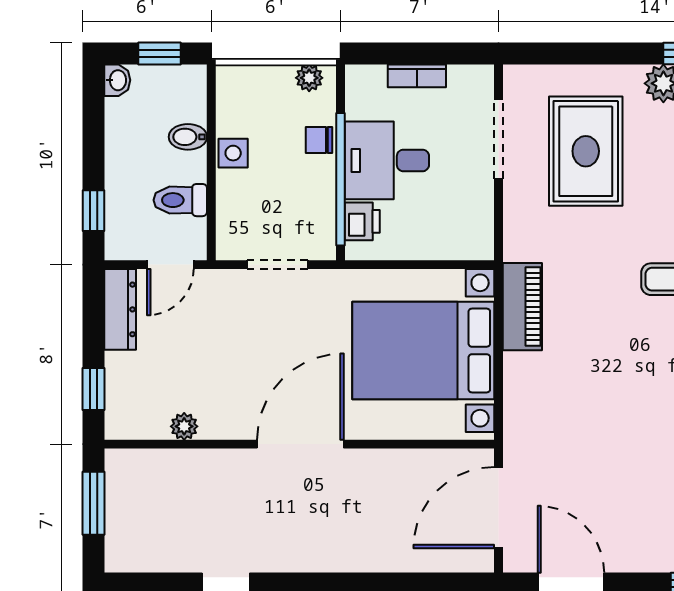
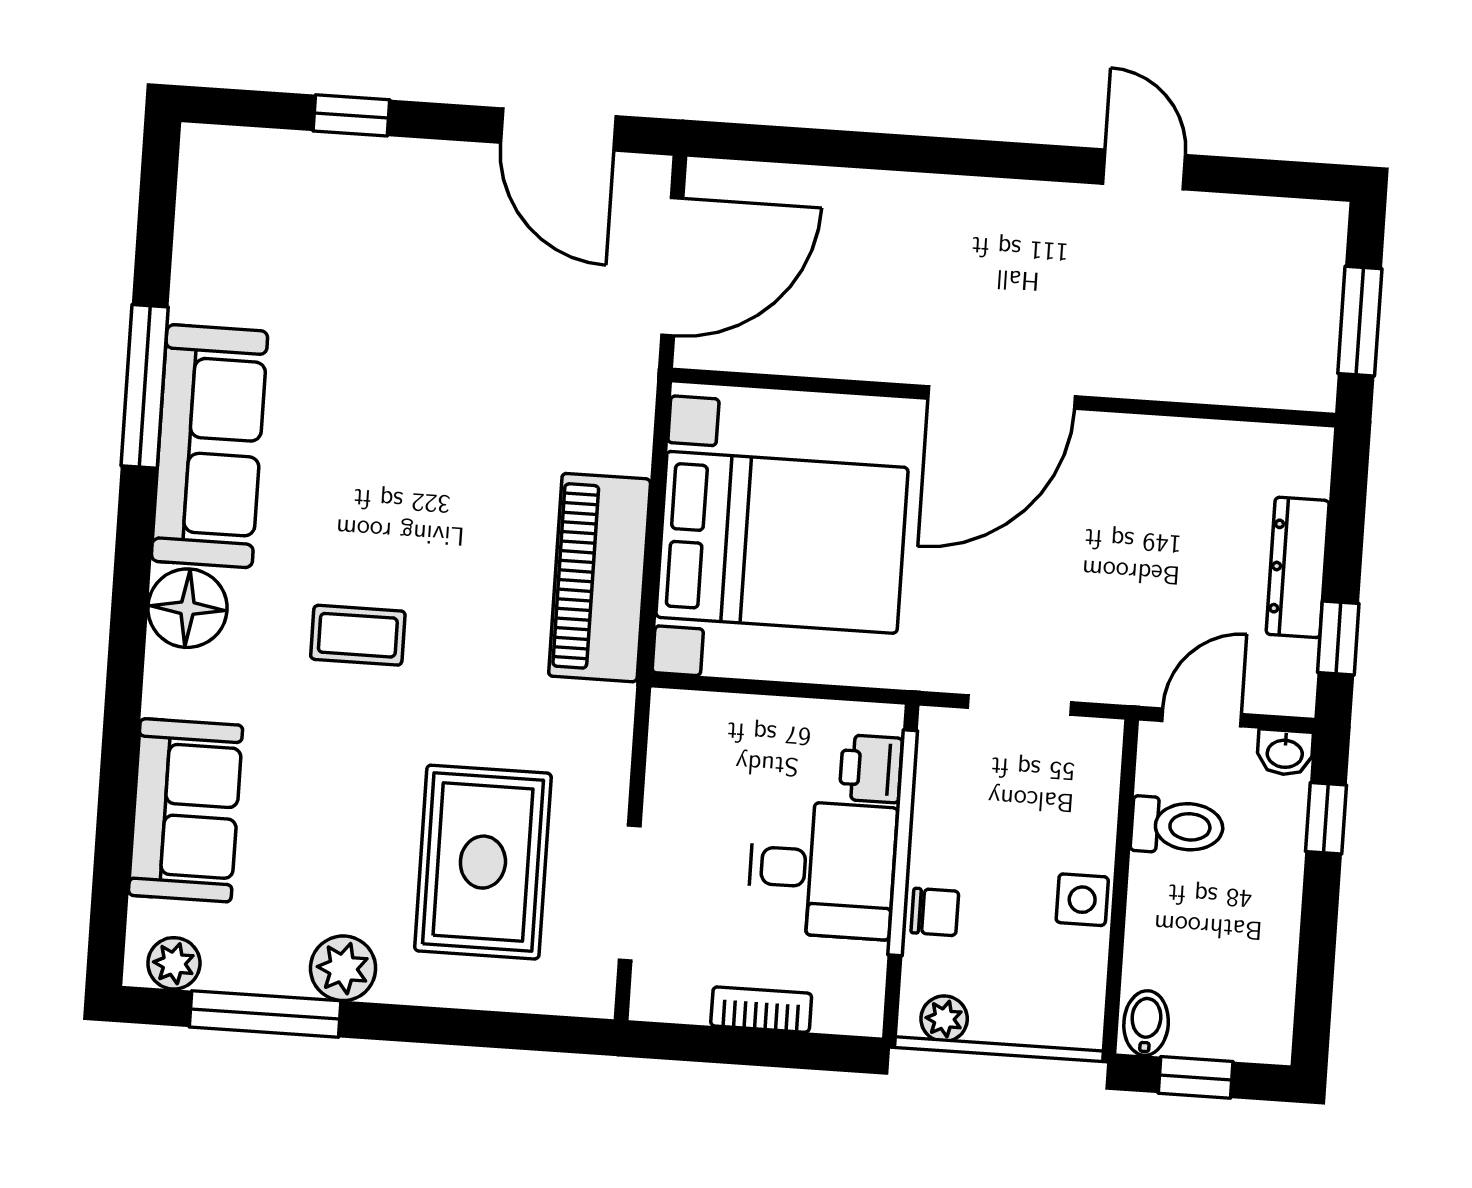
washbasin: (117, 80) -> (1285, 752), moved, turned -90
bidet: (188, 137) -> (1146, 1023), moved, turned -90
piano: (522, 307) -> (600, 578), width x1.37, depth x1.33
dresser: (120, 309) -> (1298, 567), moved
window: (93, 389) -> (1338, 638), moved
plant: (184, 426) -> (1197, 441), removed

